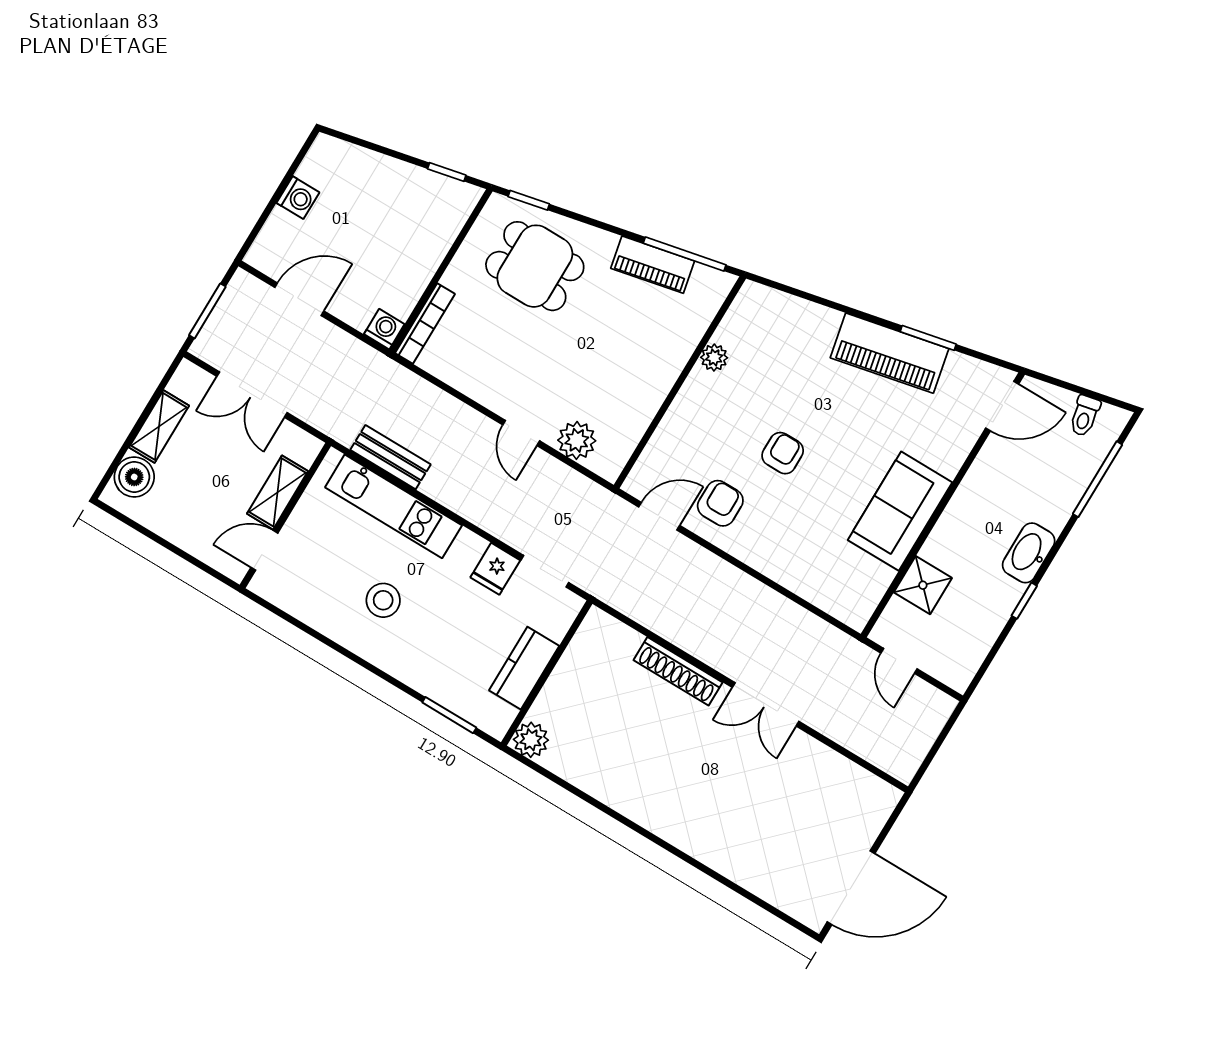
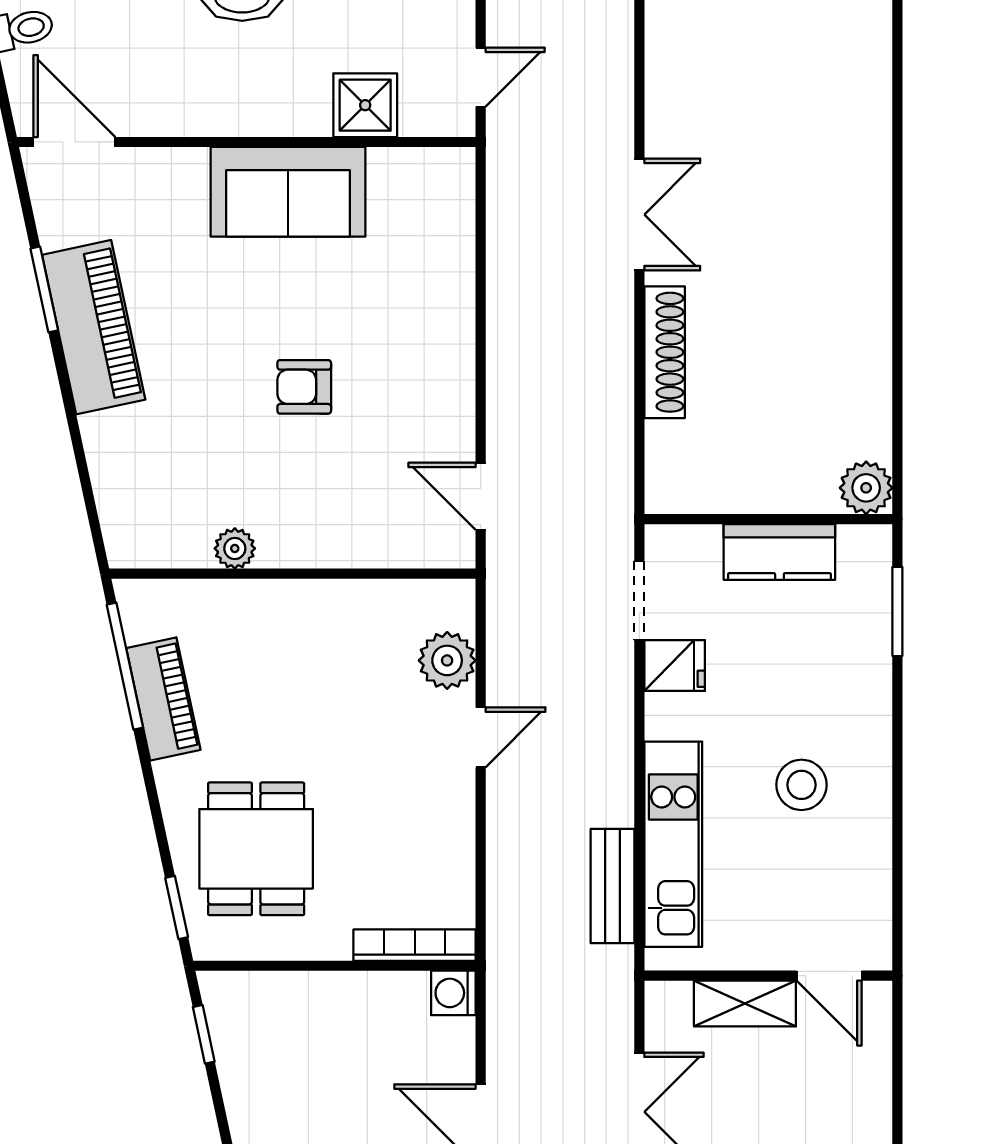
armchair: (720, 503) -> (417, 428), removed

